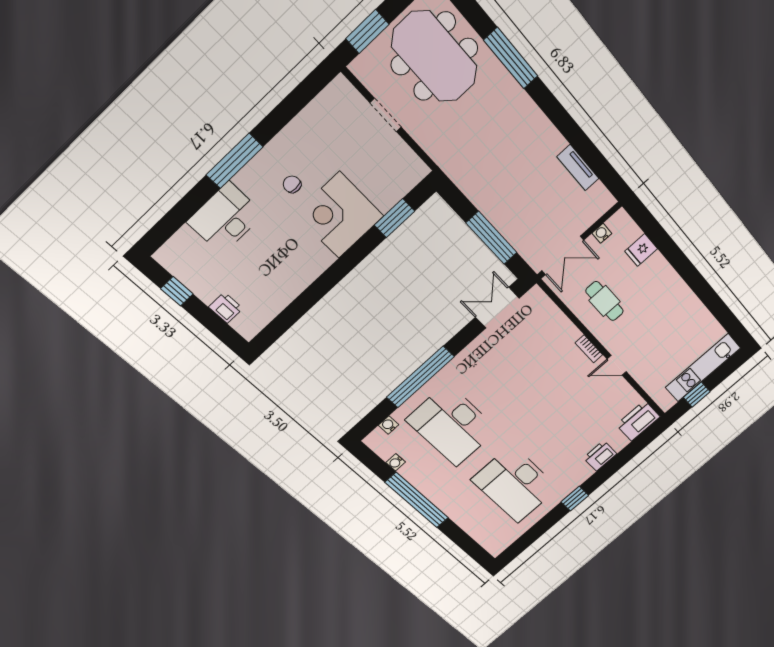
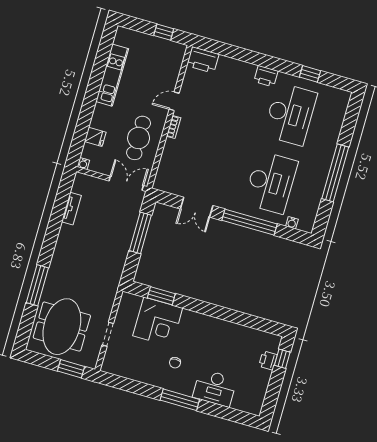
corner desk: (339, 215) -> (158, 322), moved
water cooler: (602, 233) -> (83, 164), moved
window: (177, 291) -> (282, 359), moved
cafe table: (605, 301) -> (139, 138), width x1.37, depth x1.35
double door: (497, 308) -> (197, 207), moved
door: (617, 365) -> (174, 101), swing flipped
kitchen unit: (703, 368) -> (112, 75), moved, turned -90
printer: (600, 456) -> (266, 76), moved
water cooler: (396, 462) -> (315, 203), removed
window: (575, 499) -> (310, 74), moved

